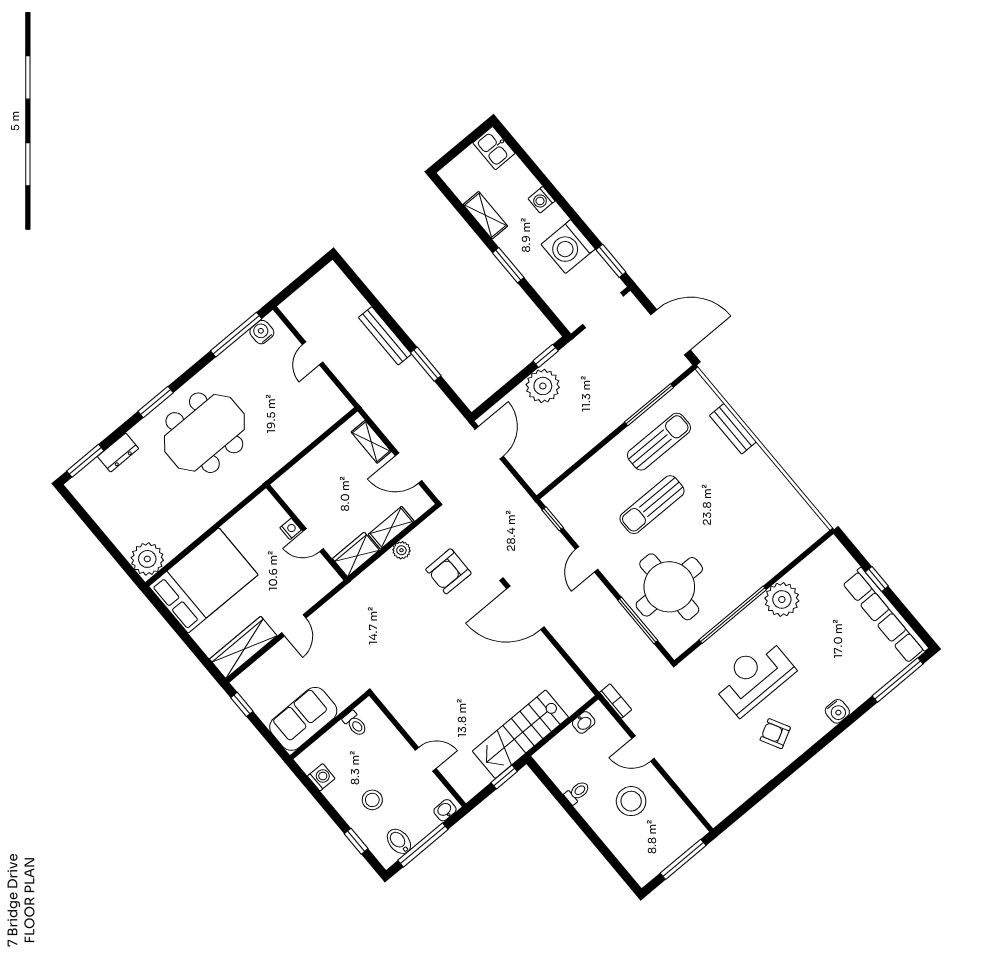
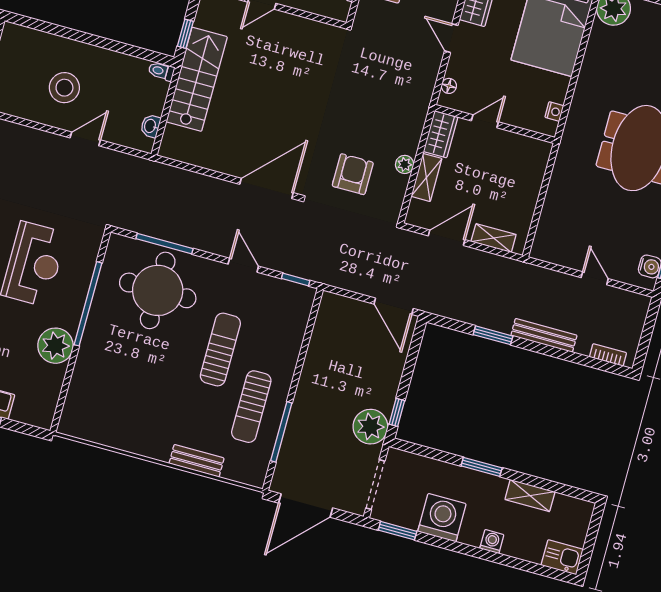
plant: (543, 386) -> (370, 427), moved
nightstand: (291, 529) -> (554, 111), moved, turned -90
floor lamp: (322, 589) -> (449, 86), added
bookcase: (616, 701) -> (608, 355), moved, turned 180
toilet: (577, 792) -> (161, 71), moved, turned 90

